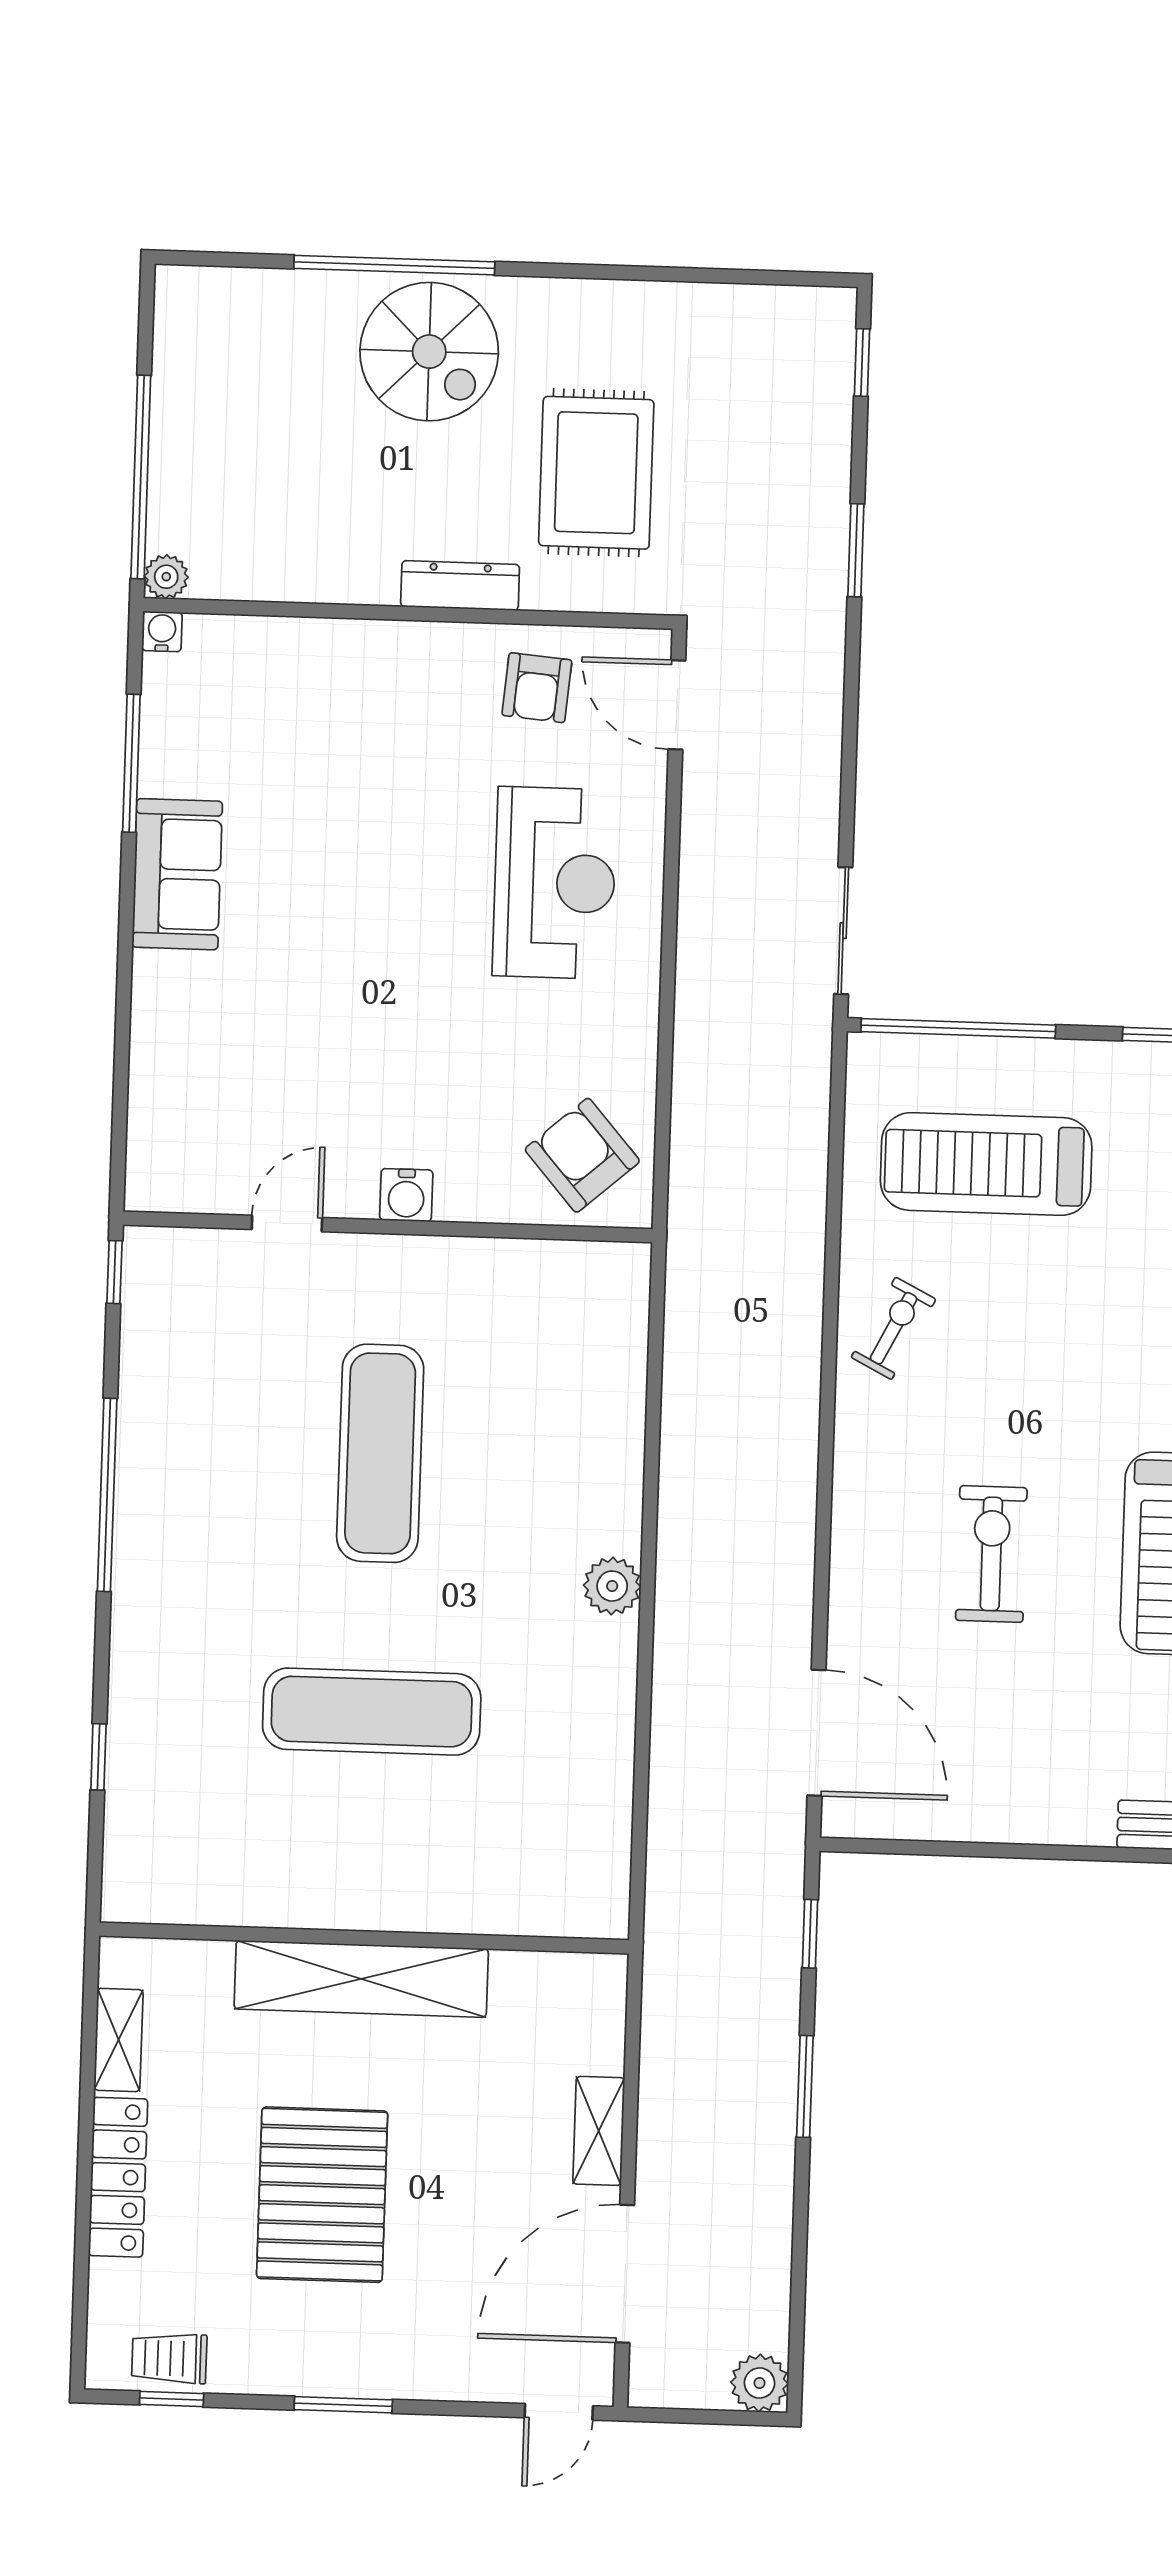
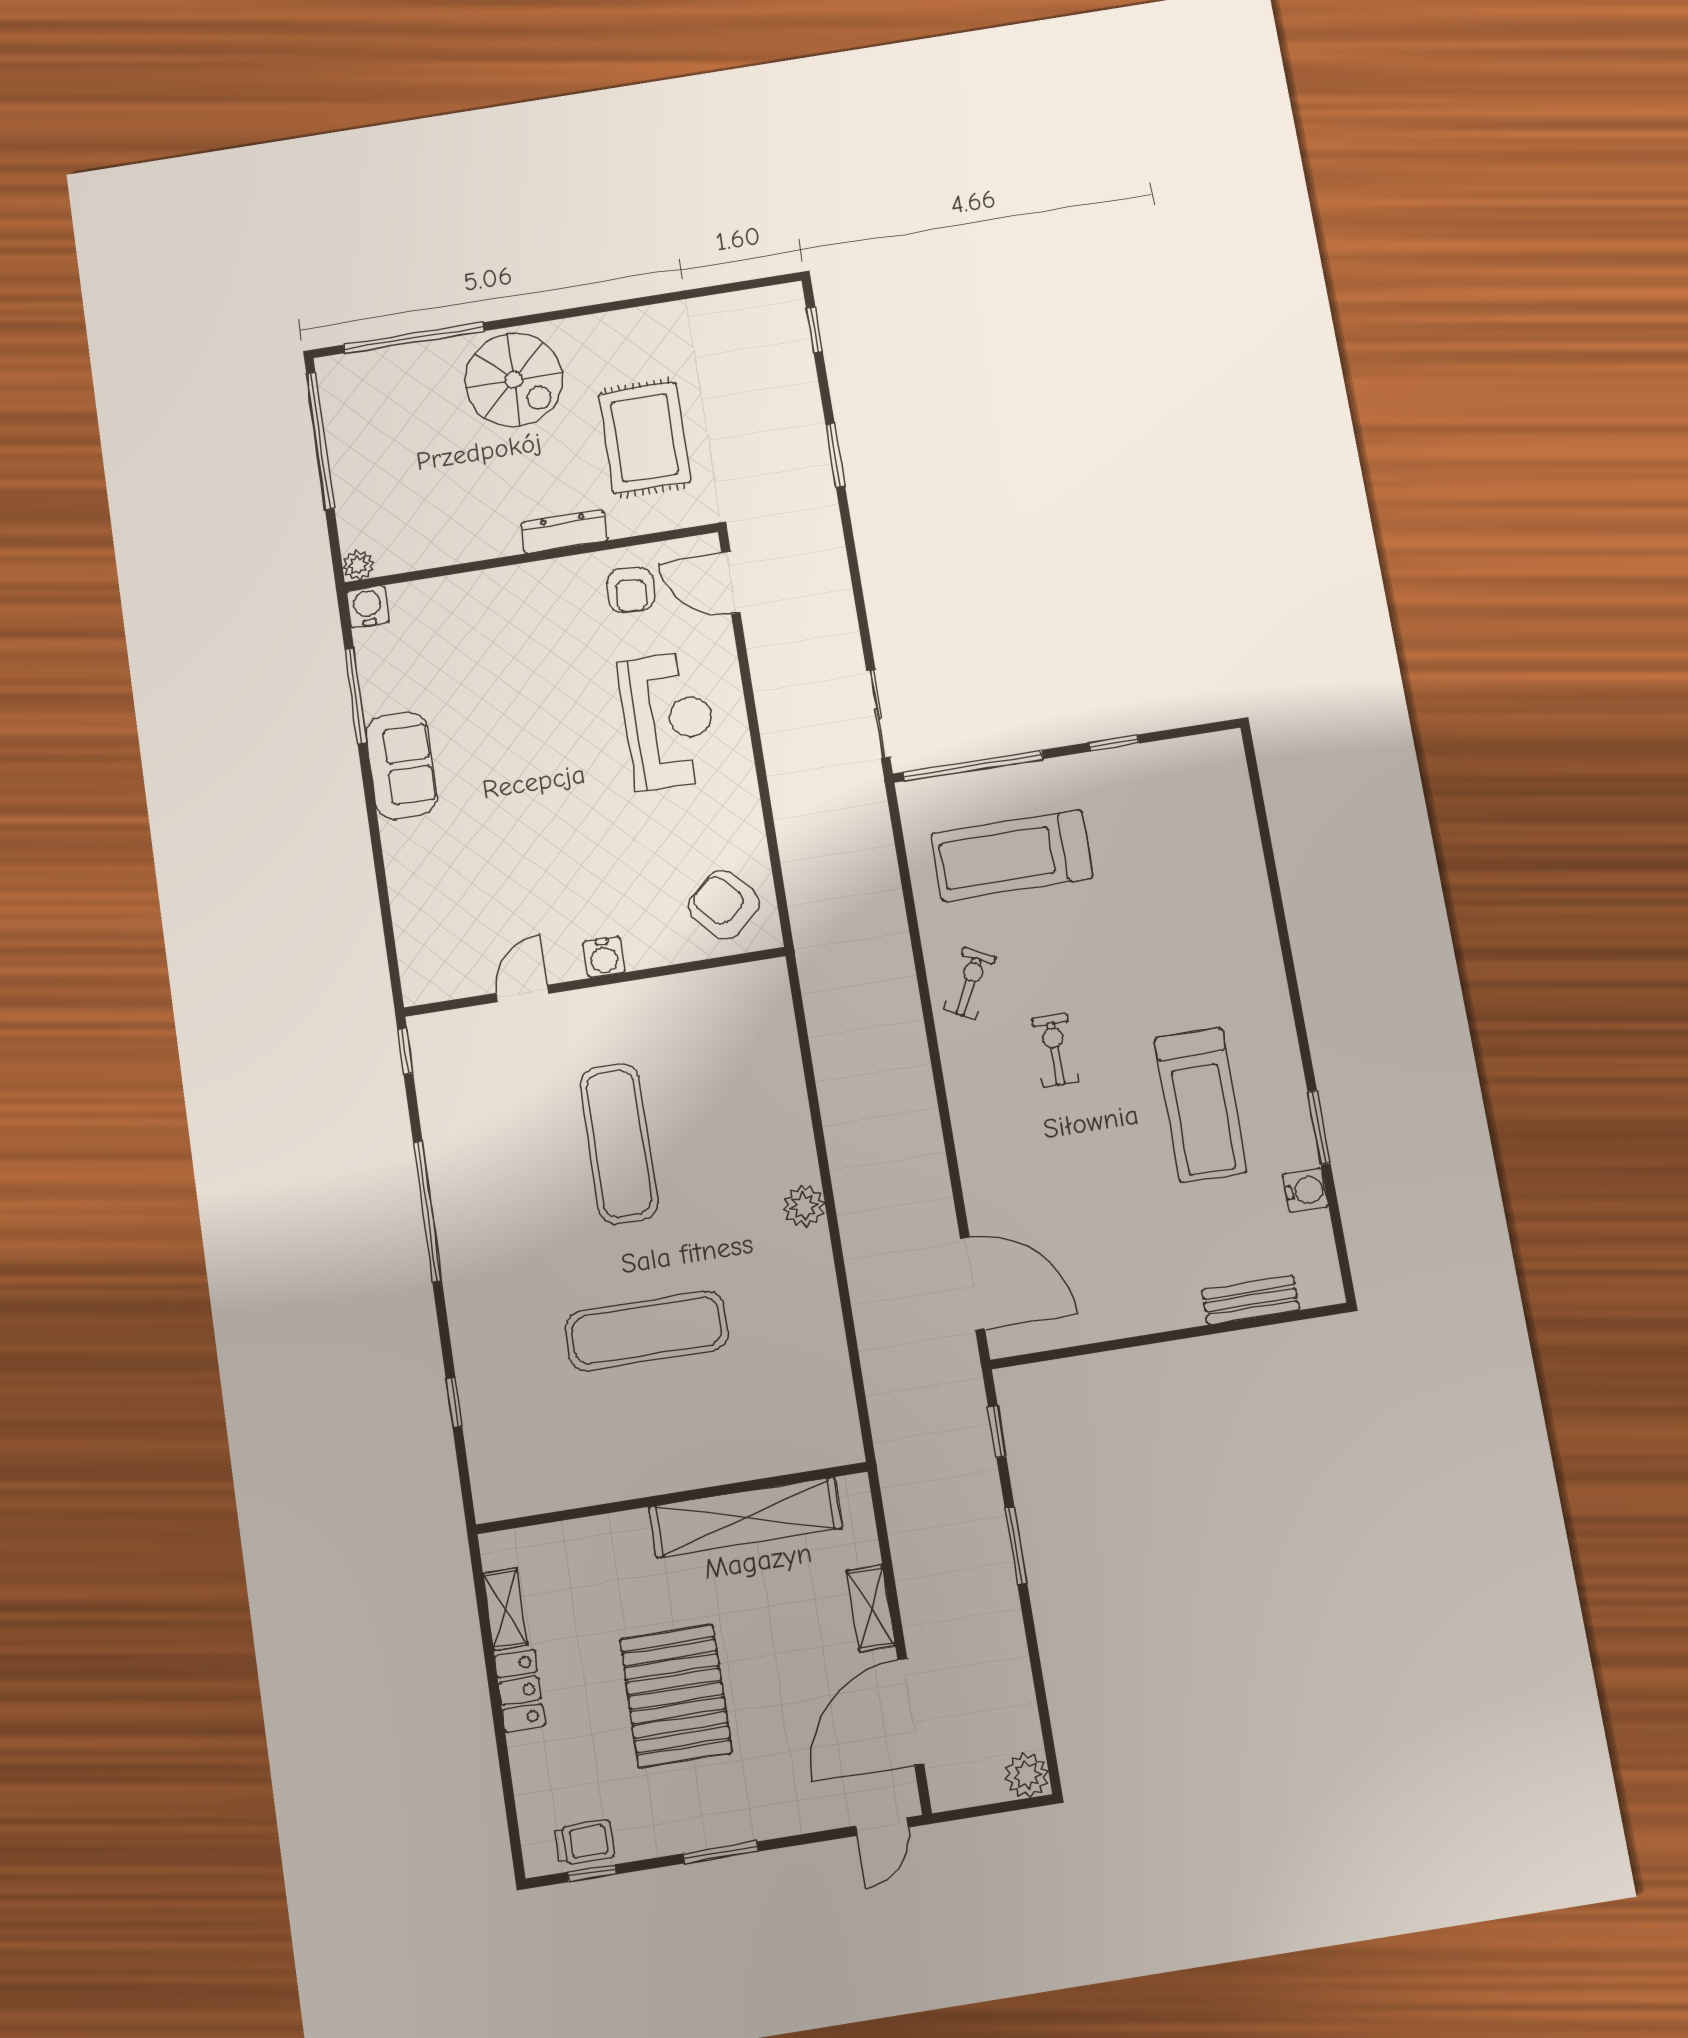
window: (394, 265) -> (414, 338), moved
window: (141, 477) -> (320, 441), moved
water cooler: (162, 631) -> (368, 607), width x1.38, depth x1.38
exercise bike: (991, 1554) -> (1055, 1050), moved, width x0.73, depth x0.72
shelving: (361, 1979) -> (746, 1518), moved
locker: (118, 2177) -> (520, 1691), width x0.66
trolley: (169, 2358) -> (585, 1842), turned 180

